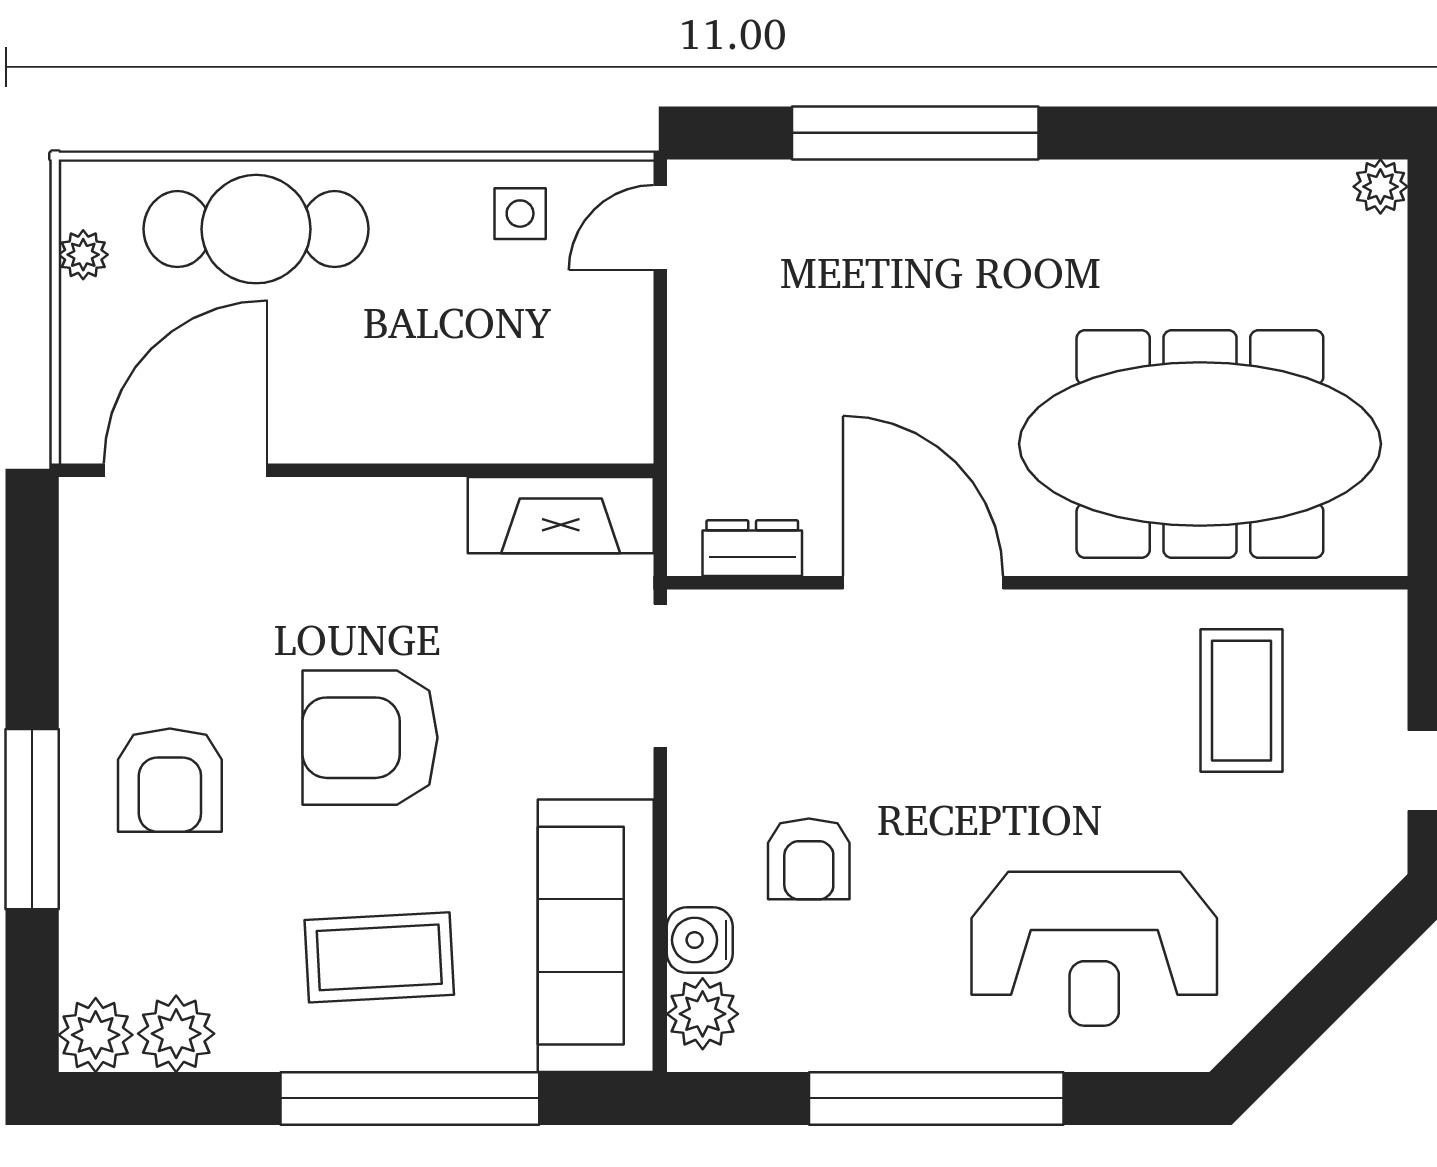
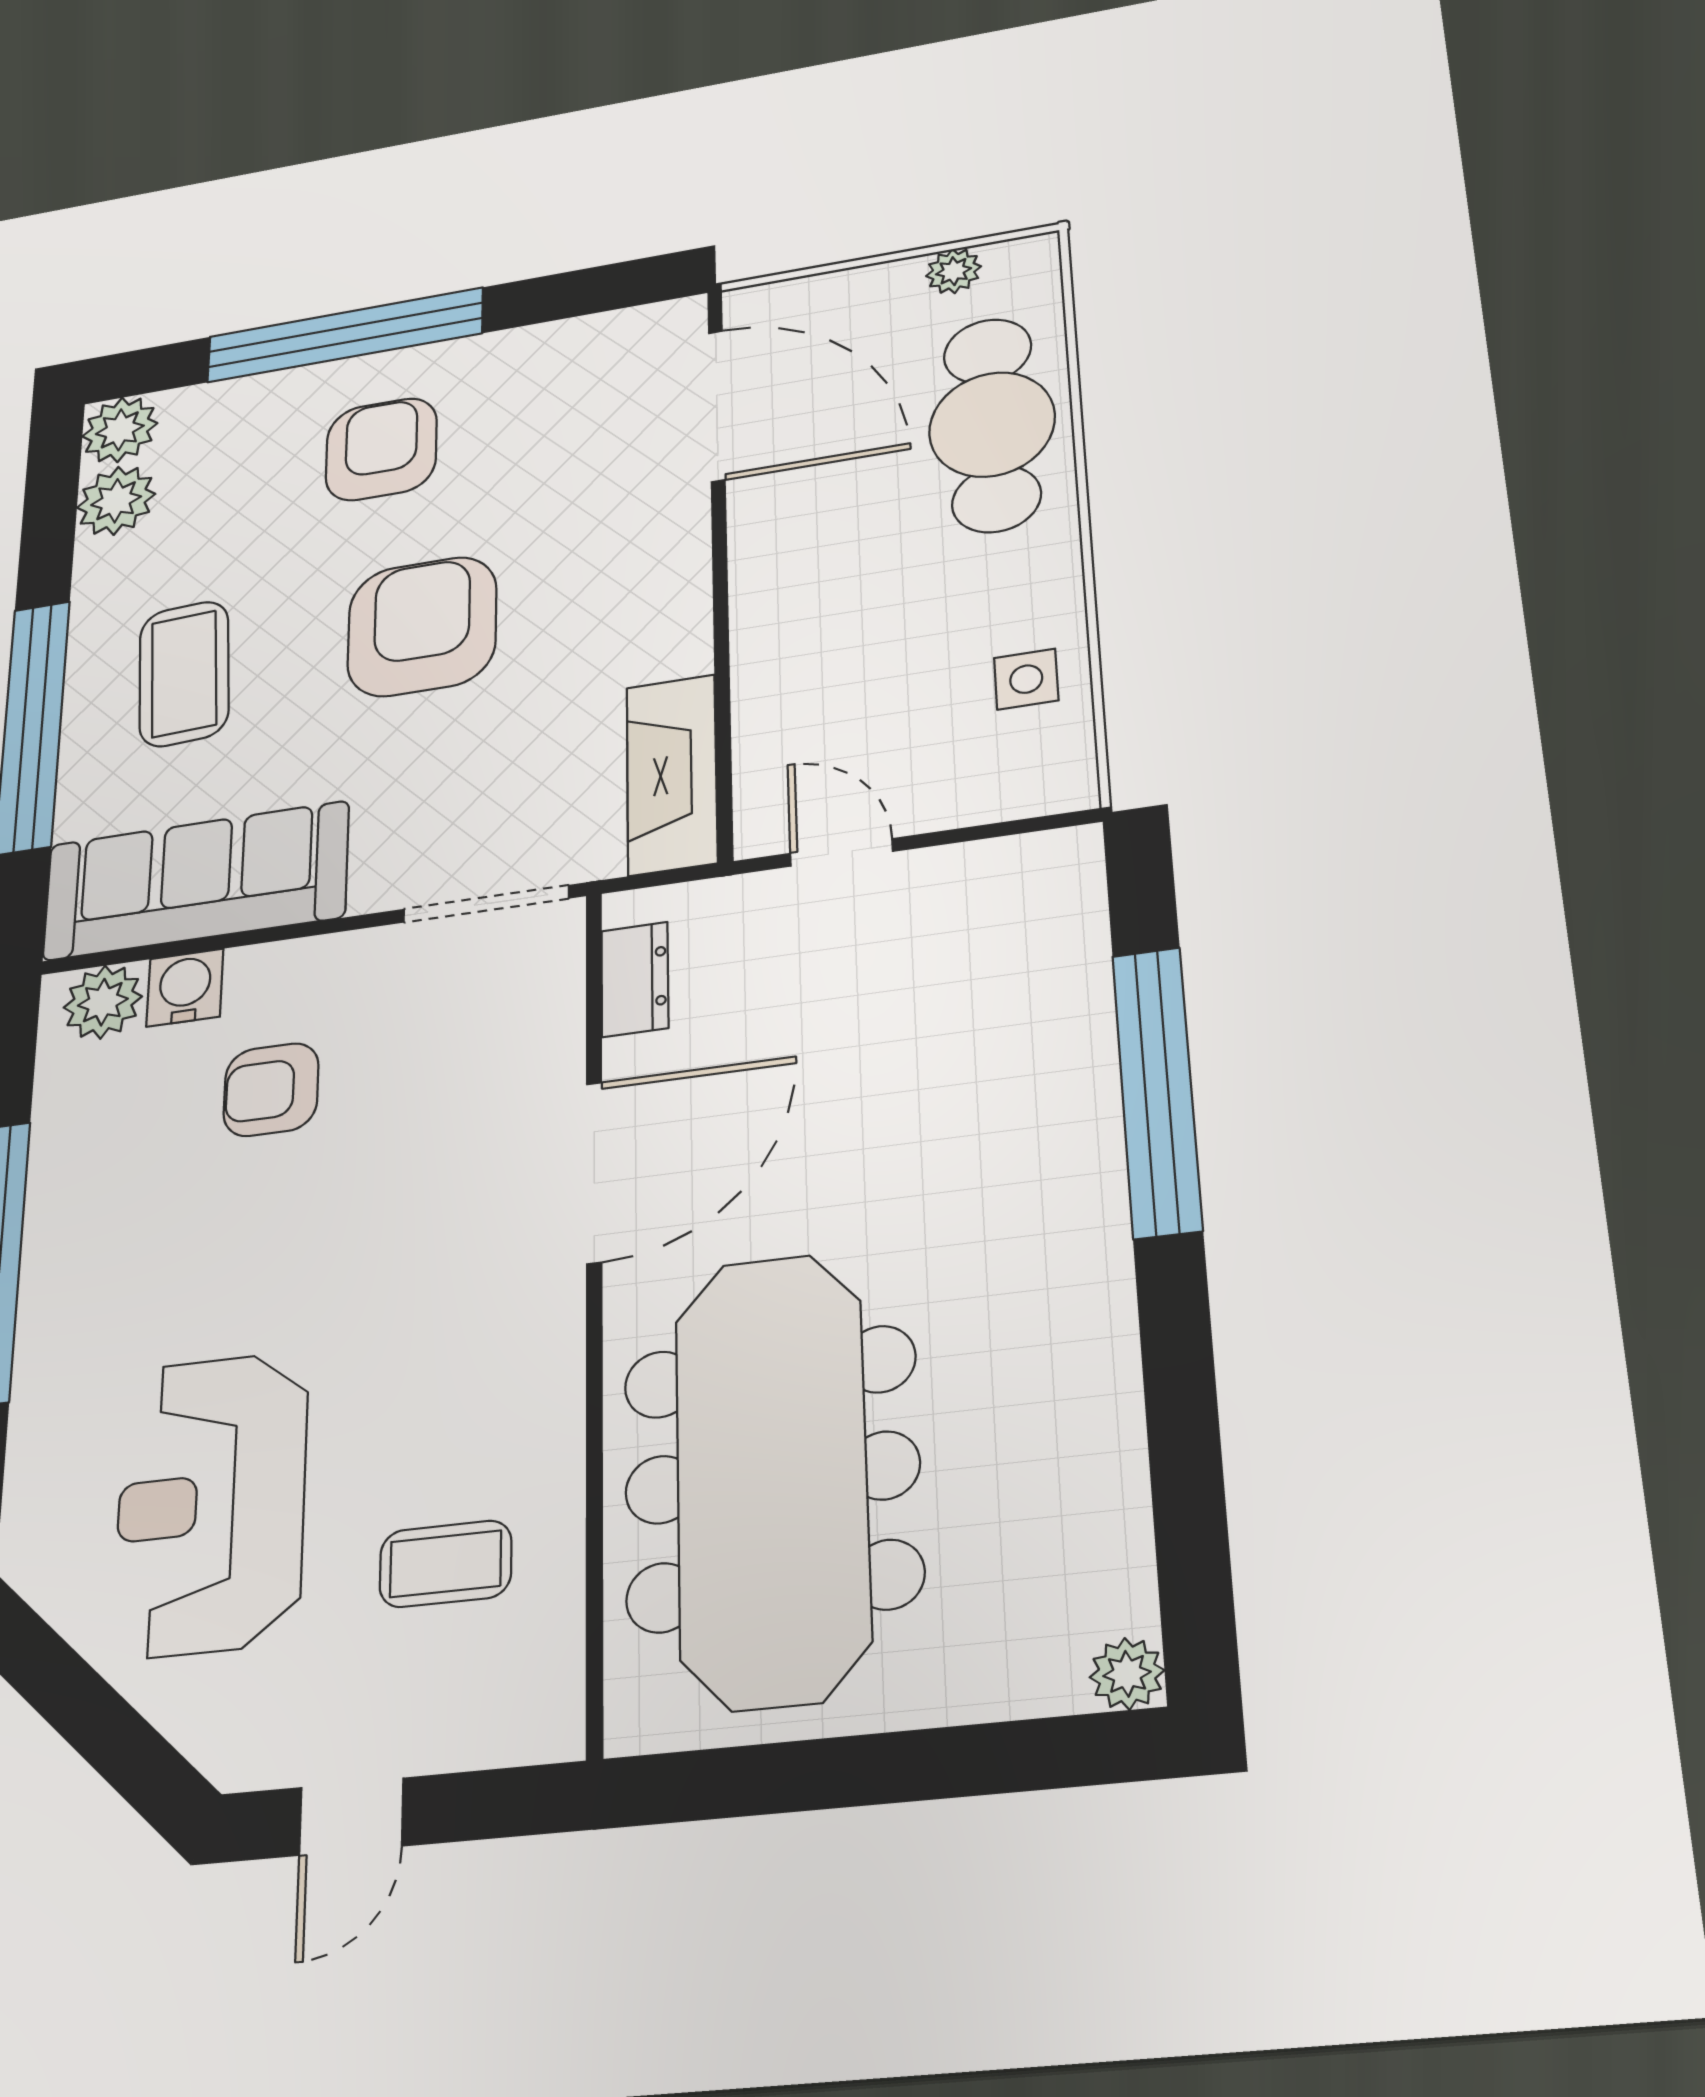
door: (660, 228) -> (841, 852), moved
coffee table: (1242, 701) -> (445, 1564), width x0.73, depth x0.77
armchair: (170, 780) -> (381, 449), turned 90
window: (32, 819) -> (344, 335), width x1.46
reception desk: (1094, 949) -> (211, 1504), moved

